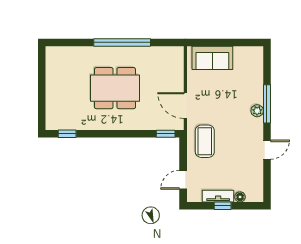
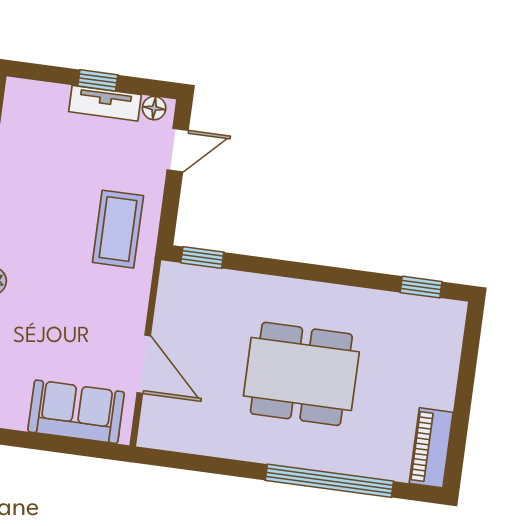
window: (122, 42) -> (329, 481), moved
piano: (53, 63) -> (431, 448), added
door: (185, 106) -> (144, 364), moved
floor lamp: (240, 197) -> (154, 108), moved

